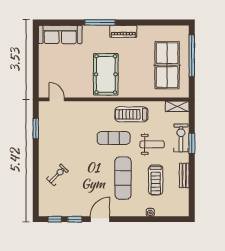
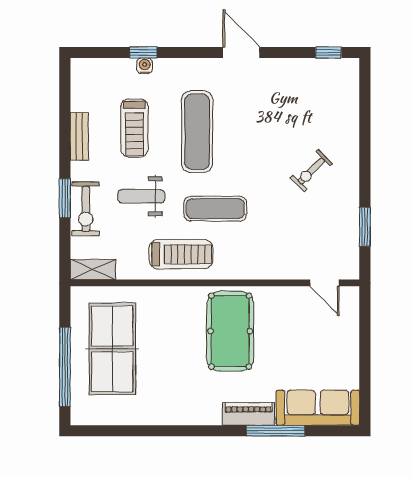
window: (100, 22) -> (276, 431), moved
piano: (123, 31) -> (249, 414), moved
exercise bike: (57, 175) -> (311, 171), moved
treadmill: (156, 180) -> (134, 128), turned 180
window: (75, 219) -> (143, 53), moved
door: (100, 219) -> (241, 53), swing flipped

